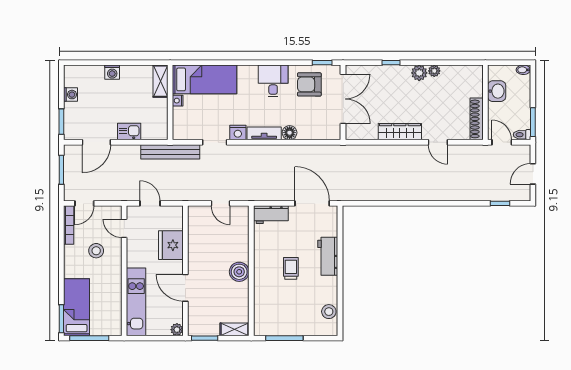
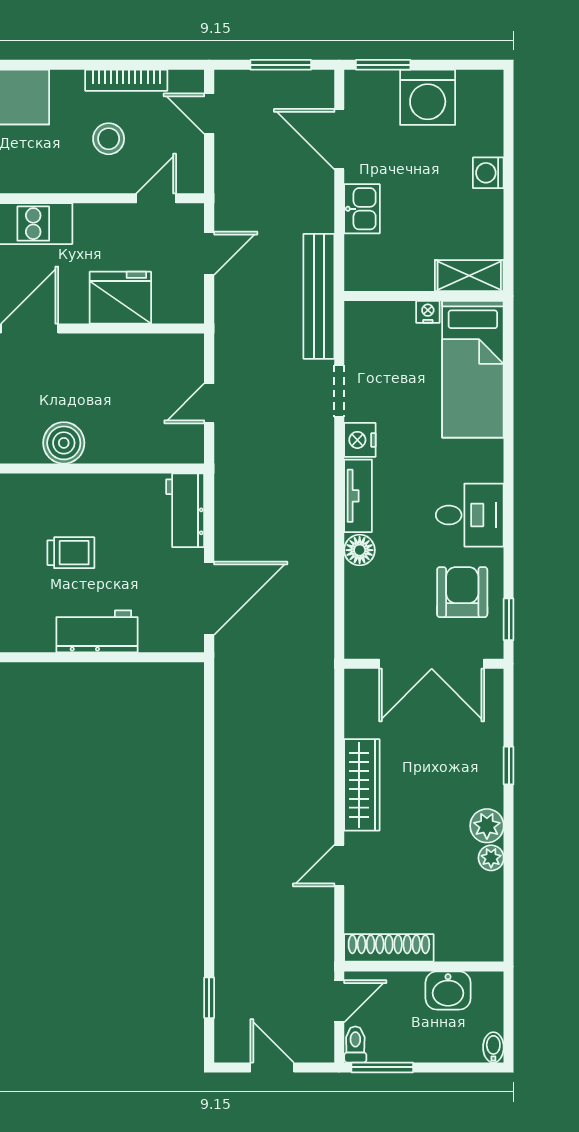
washing machine: (71, 95) -> (428, 97), width x1.89, depth x1.89
bookcase: (69, 225) -> (126, 80), moved

